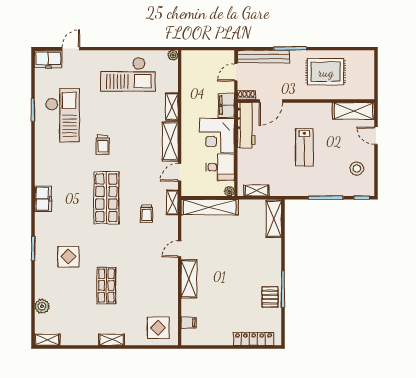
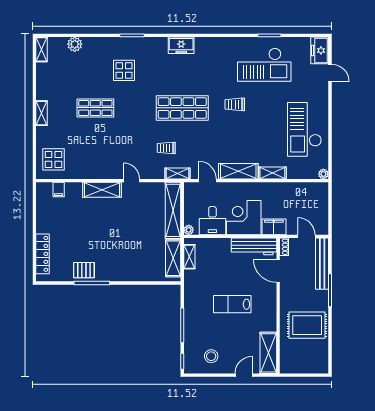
rug: (326, 72) -> (307, 325), turned 90
shelving: (274, 219) -> (173, 258), moved, turned 90

